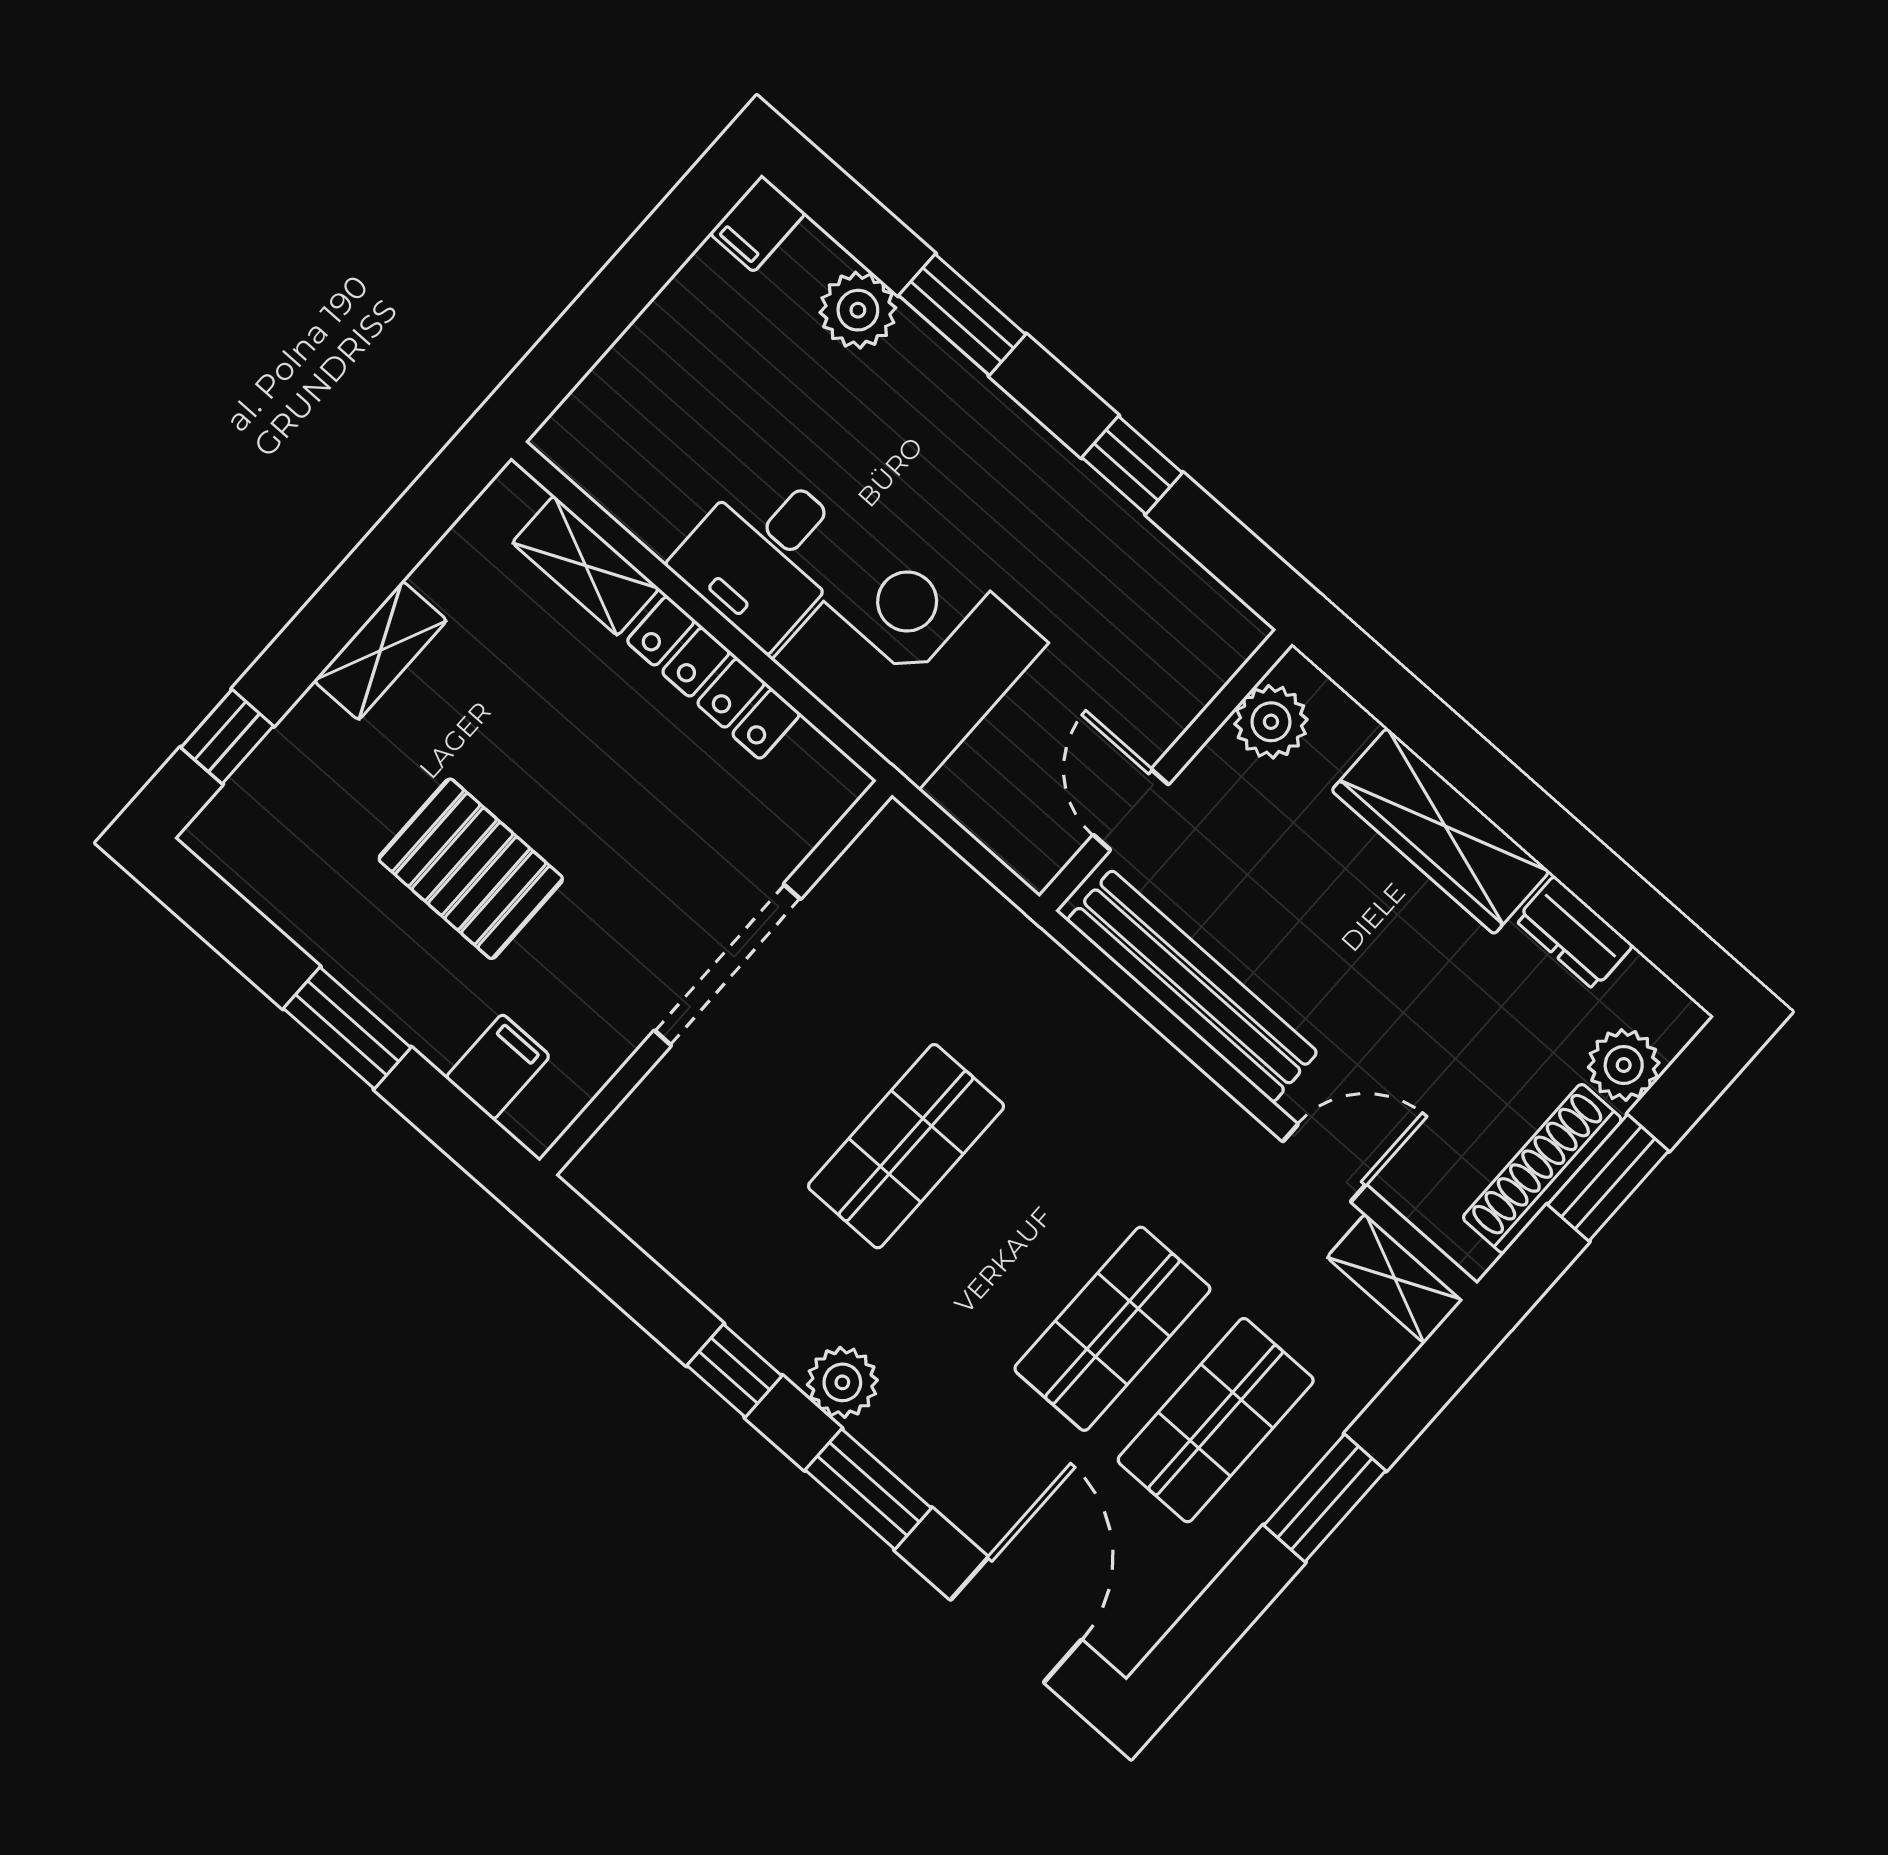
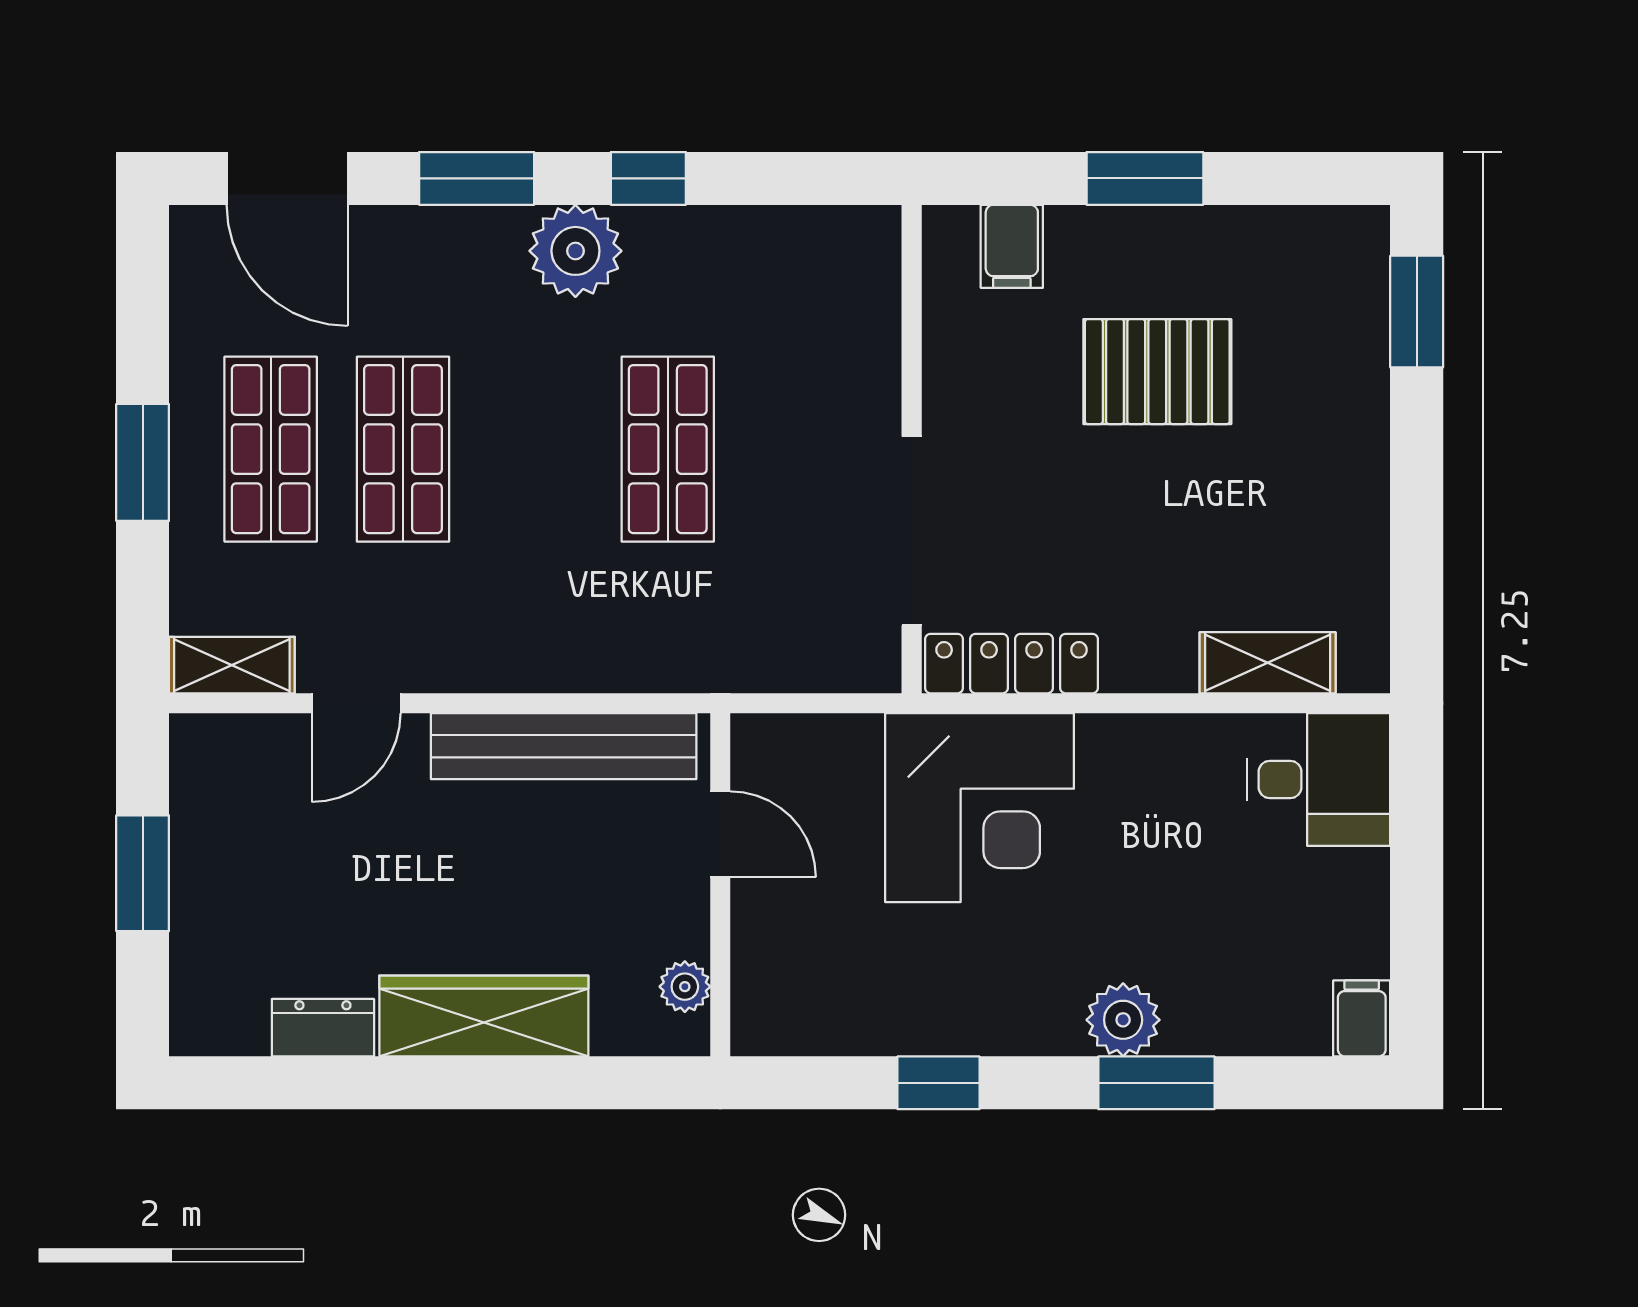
plant: (858, 310) -> (1123, 1020), moved
desk: (765, 555) -> (1319, 779), moved, turned 90
shelving: (380, 651) -> (1361, 471), removed
locker: (713, 678) -> (1012, 664), moved
plant: (1271, 722) -> (685, 987), width x0.73, depth x0.73
window: (227, 737) -> (1417, 312), width x1.50
doorway: (727, 965) -> (912, 531), moved
plant: (1624, 1065) -> (203, 964), removed
shoe rack: (1542, 1169) -> (196, 838), removed
plant: (842, 1382) -> (575, 251), width x1.36, depth x1.36

